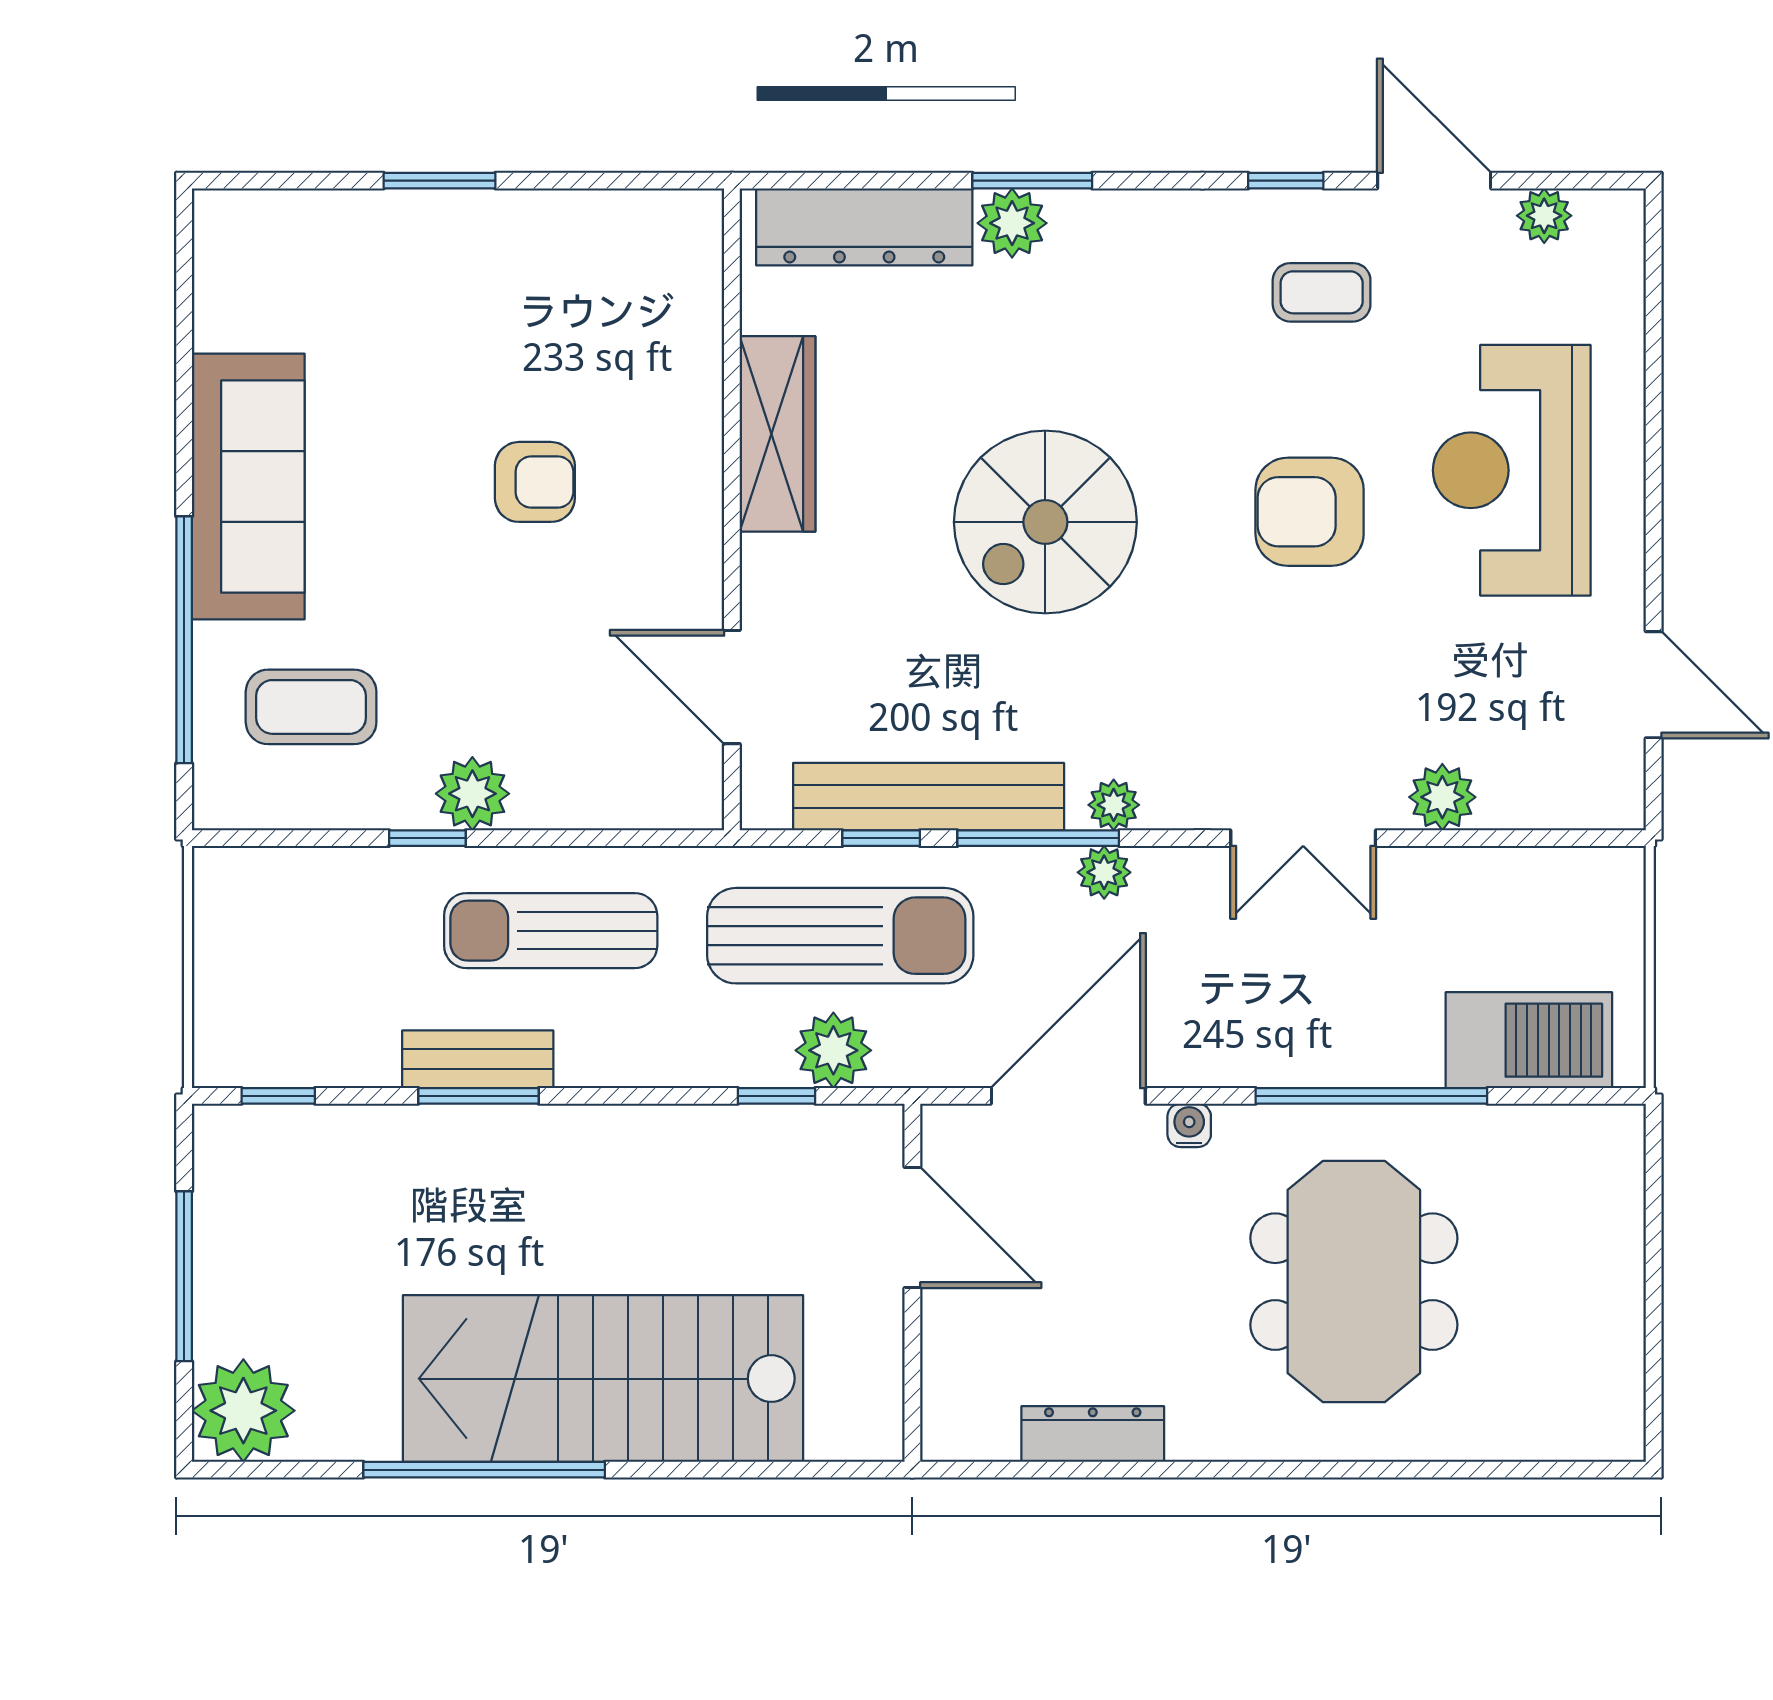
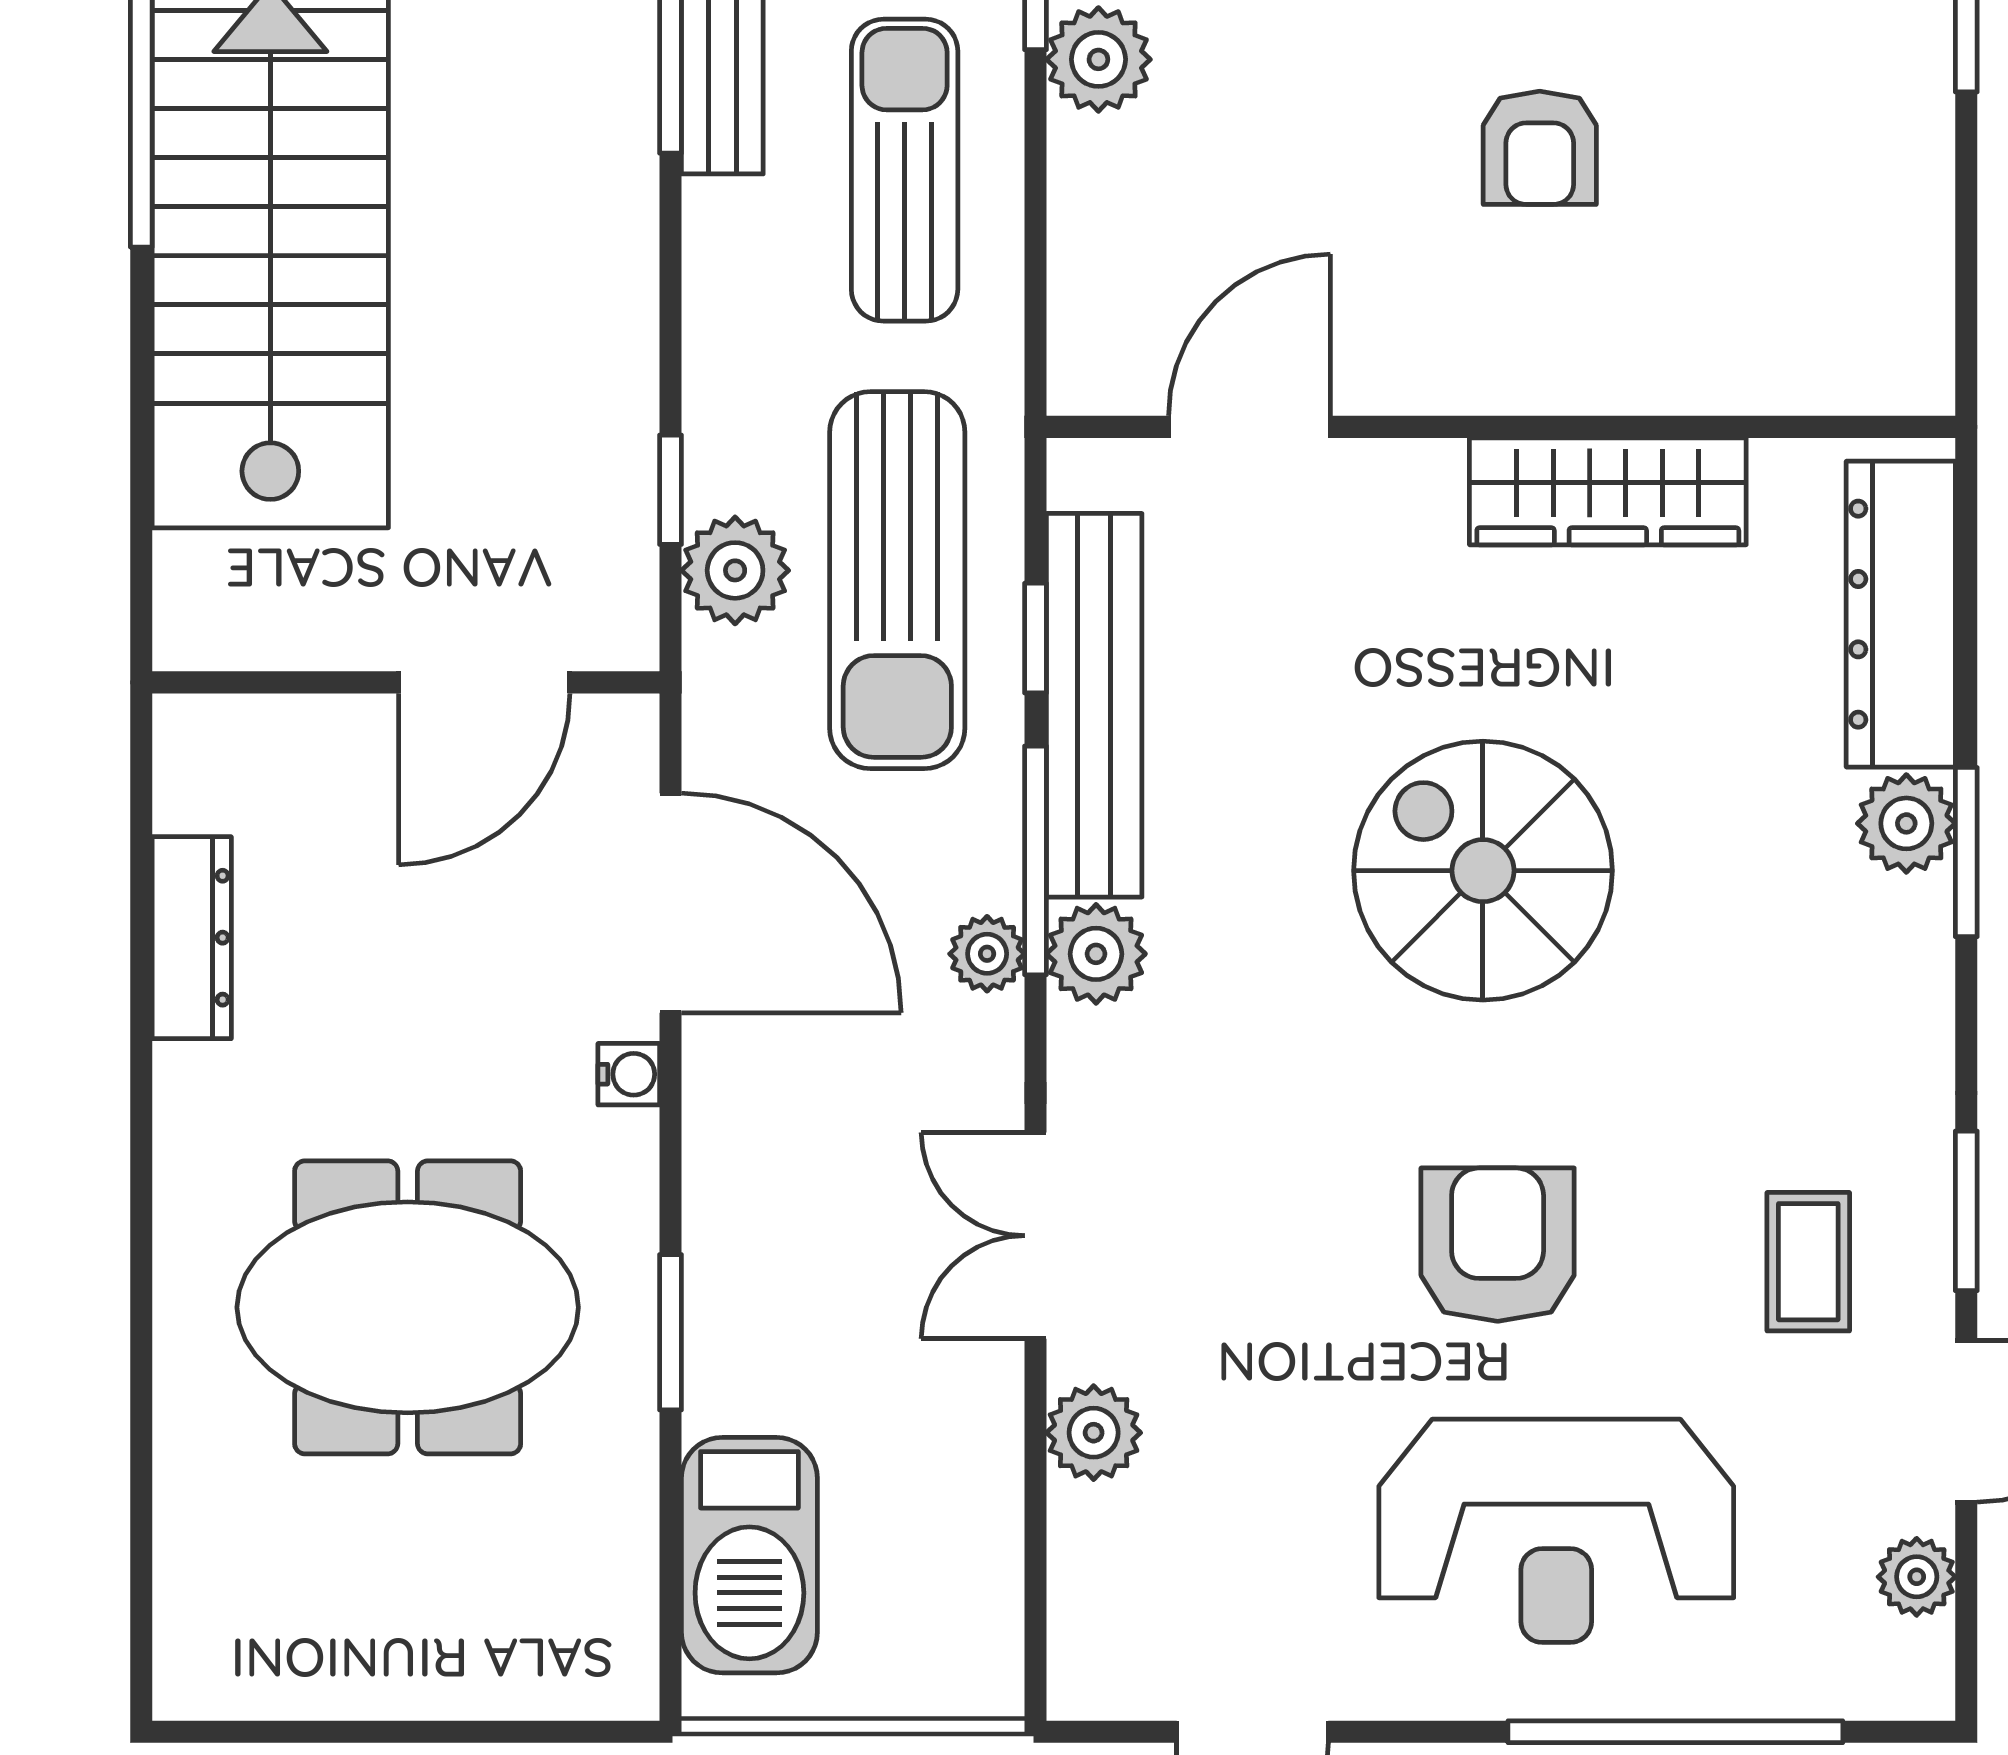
window: (1286, 181) -> (1966, 1211), width x1.50
window: (1654, 386) -> (1675, 1732), added
reception desk: (1512, 470) -> (1556, 1531), turned 180
plant: (1114, 805) -> (1096, 954), width x1.38, depth x1.38
window: (1371, 1096) -> (671, 1332), width x0.47

